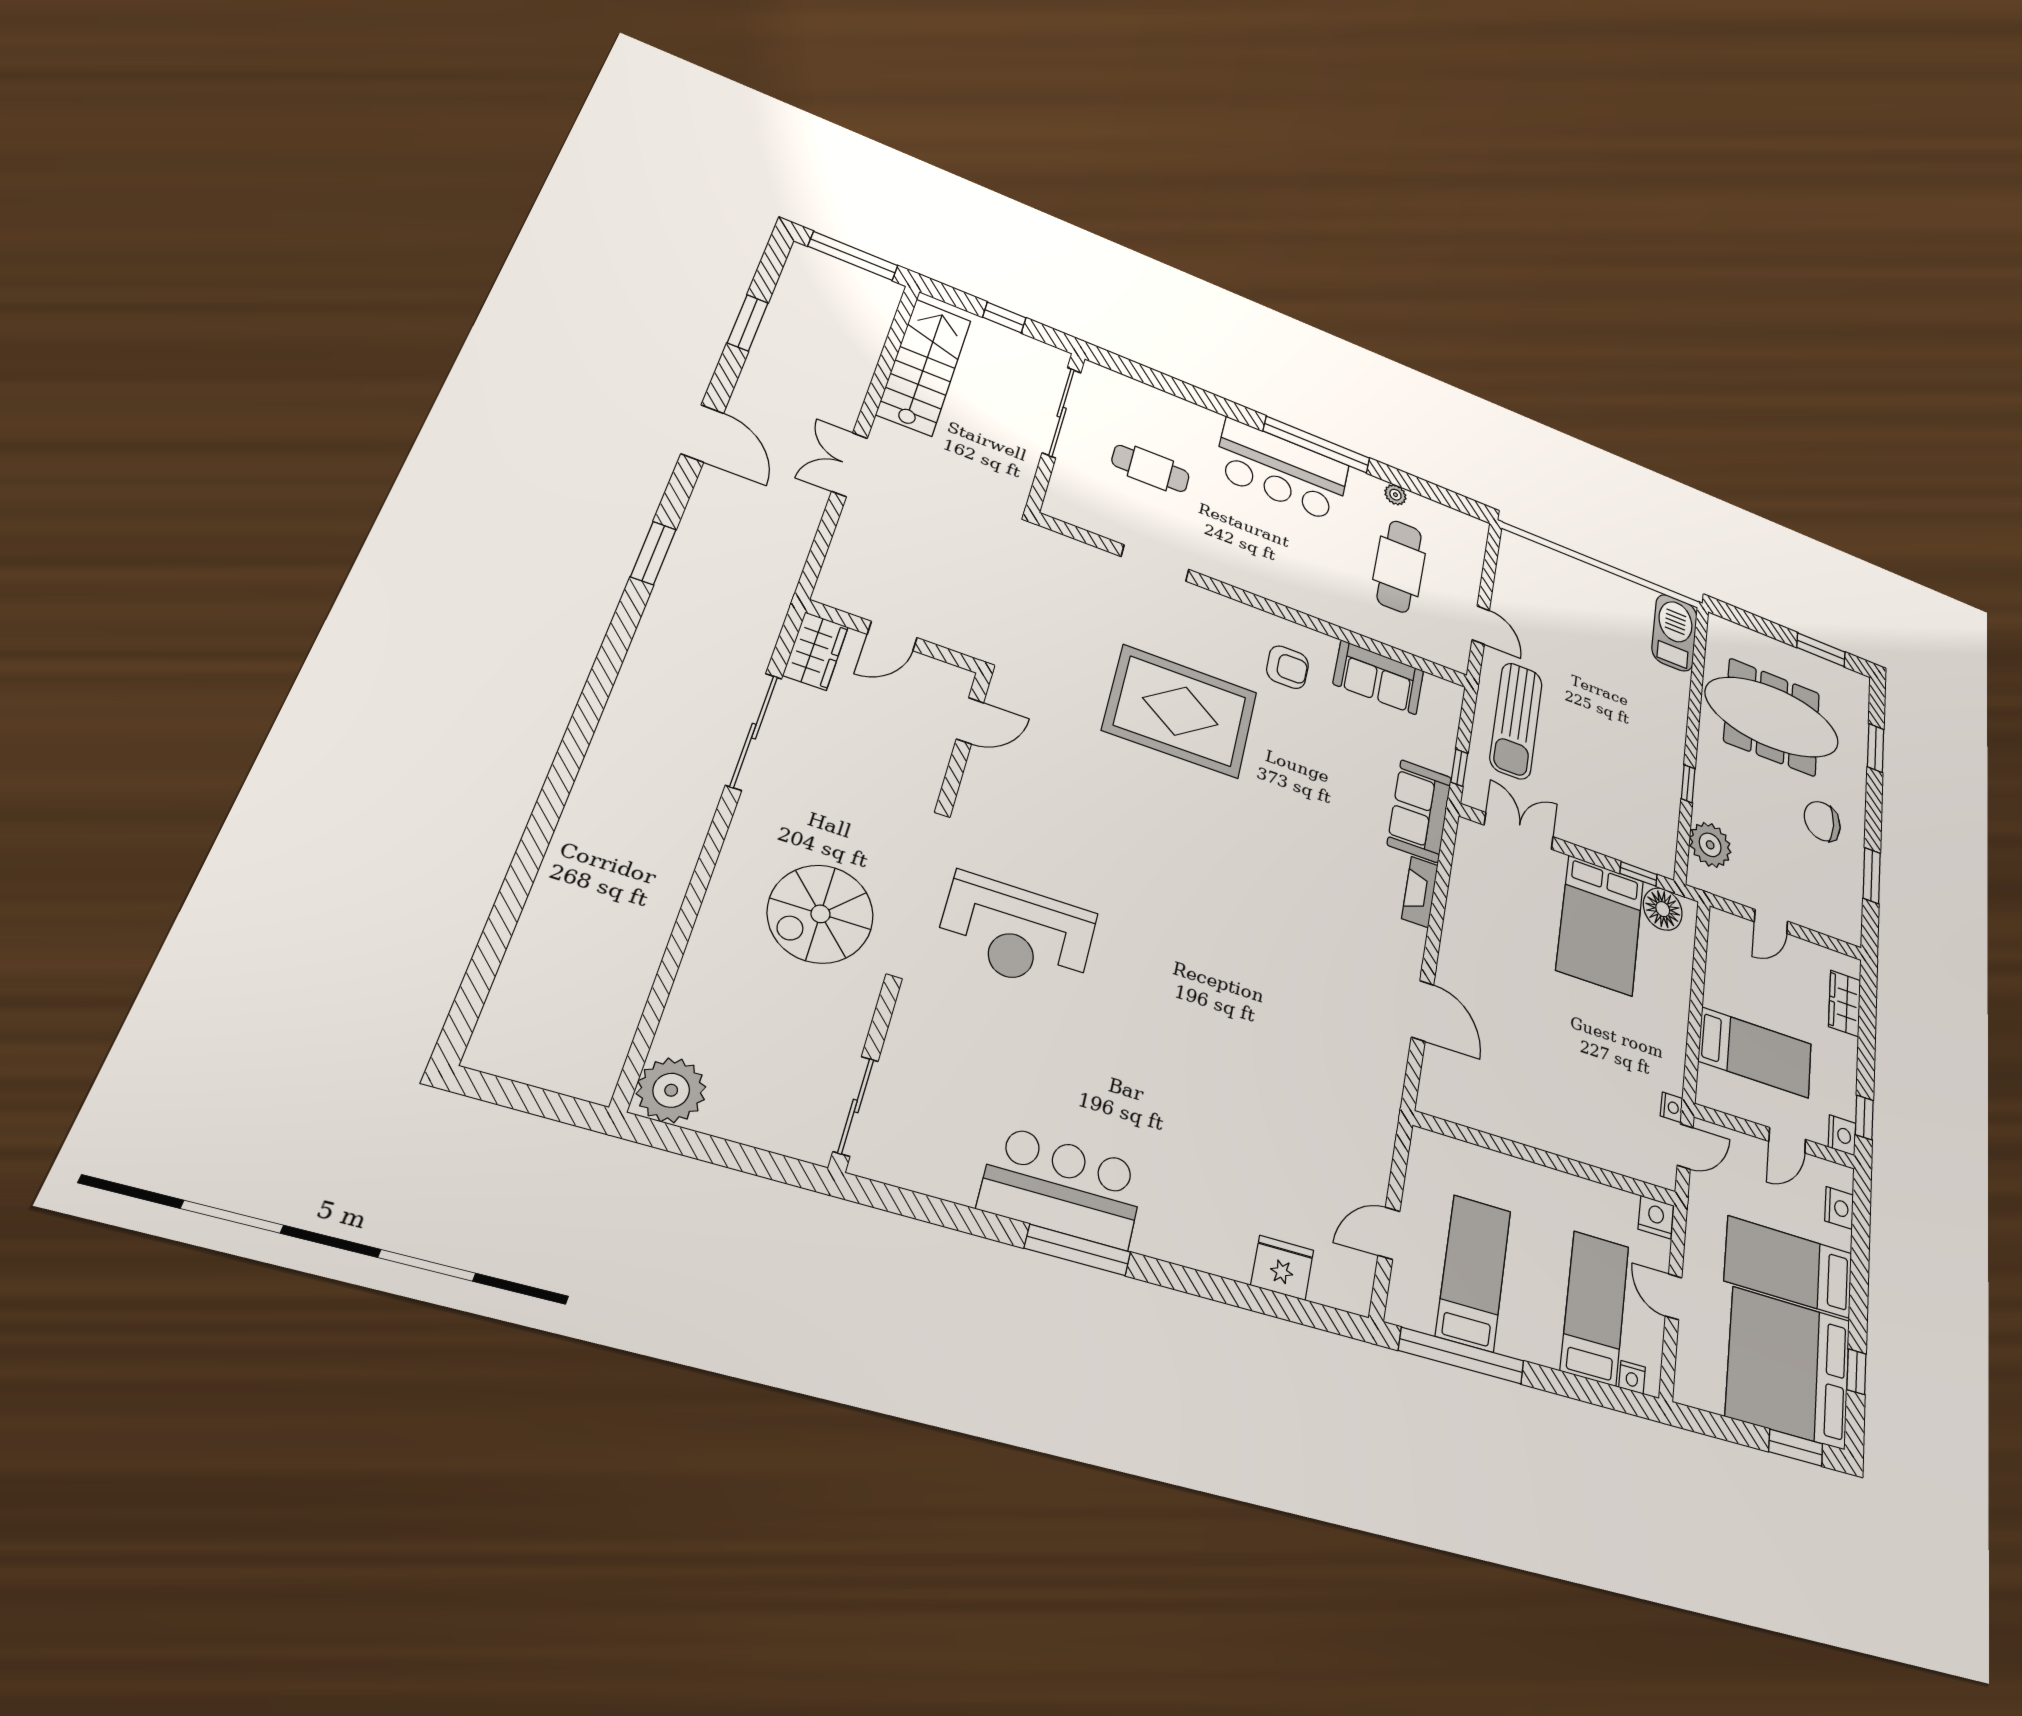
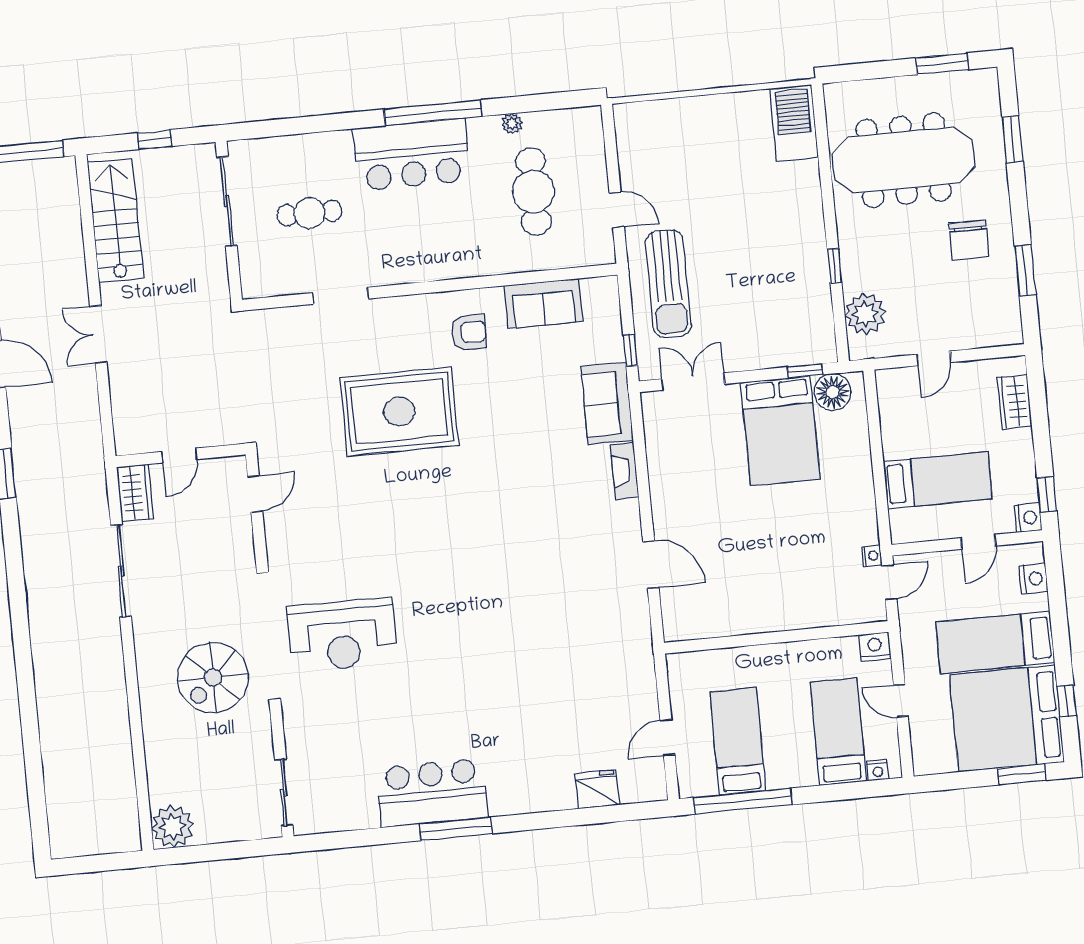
chair: (1822, 821) -> (969, 240), turned -90

